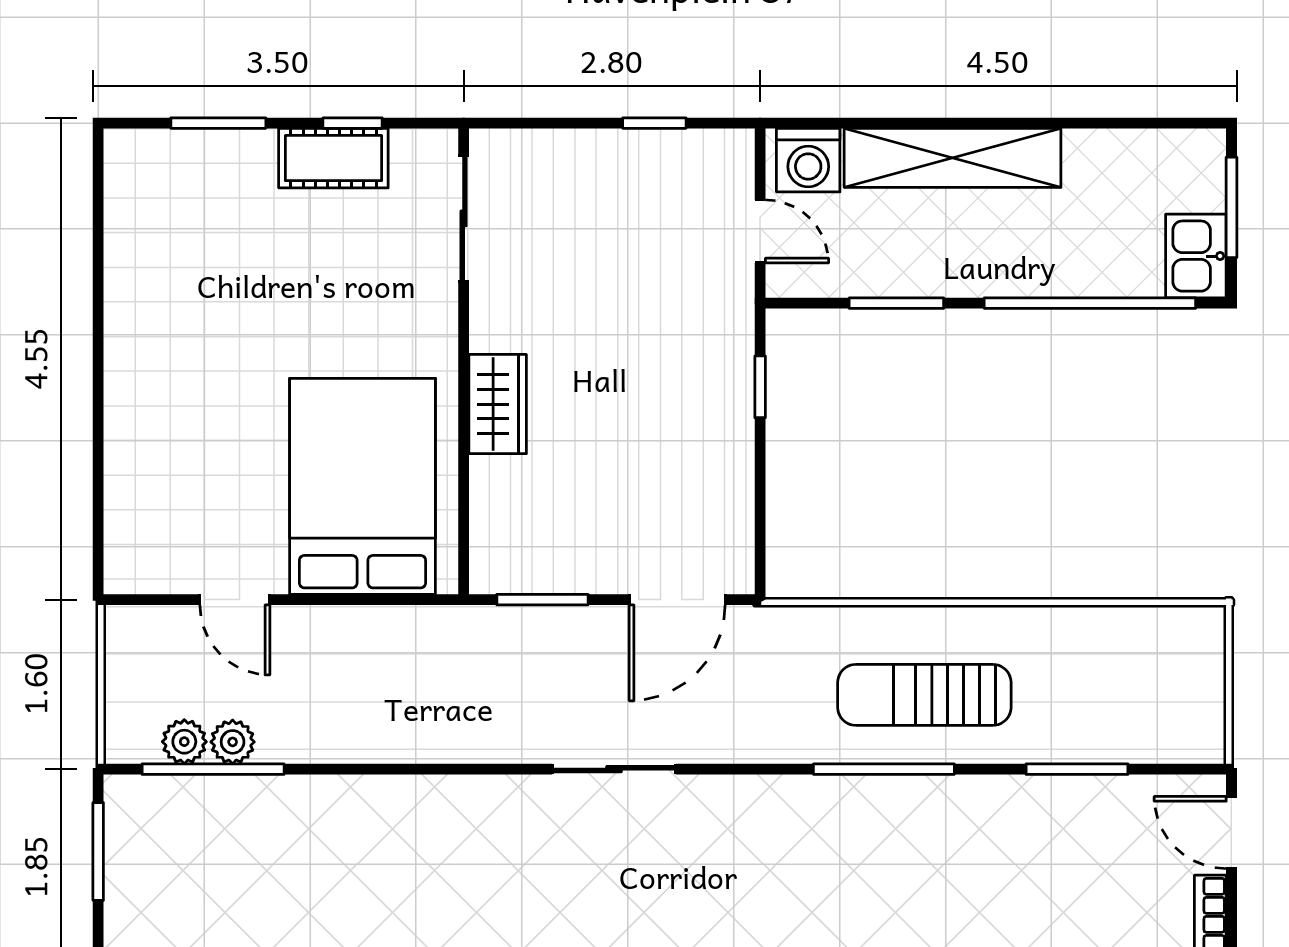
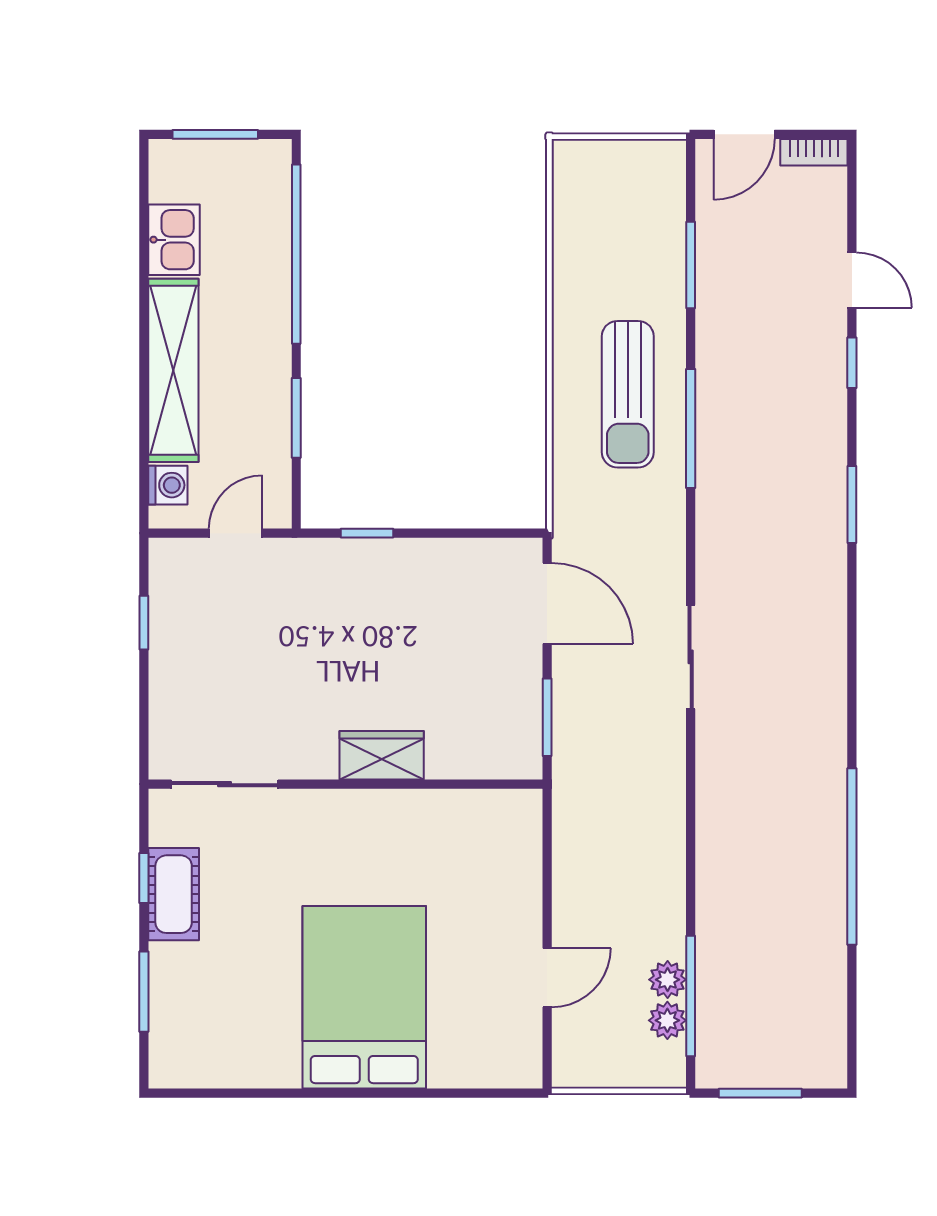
washing machine: (808, 160) -> (168, 485), width x0.73, depth x0.73
kitchen sink: (1196, 256) -> (174, 240), moved, turned -90
bed: (363, 486) -> (364, 997), moved, turned 90

